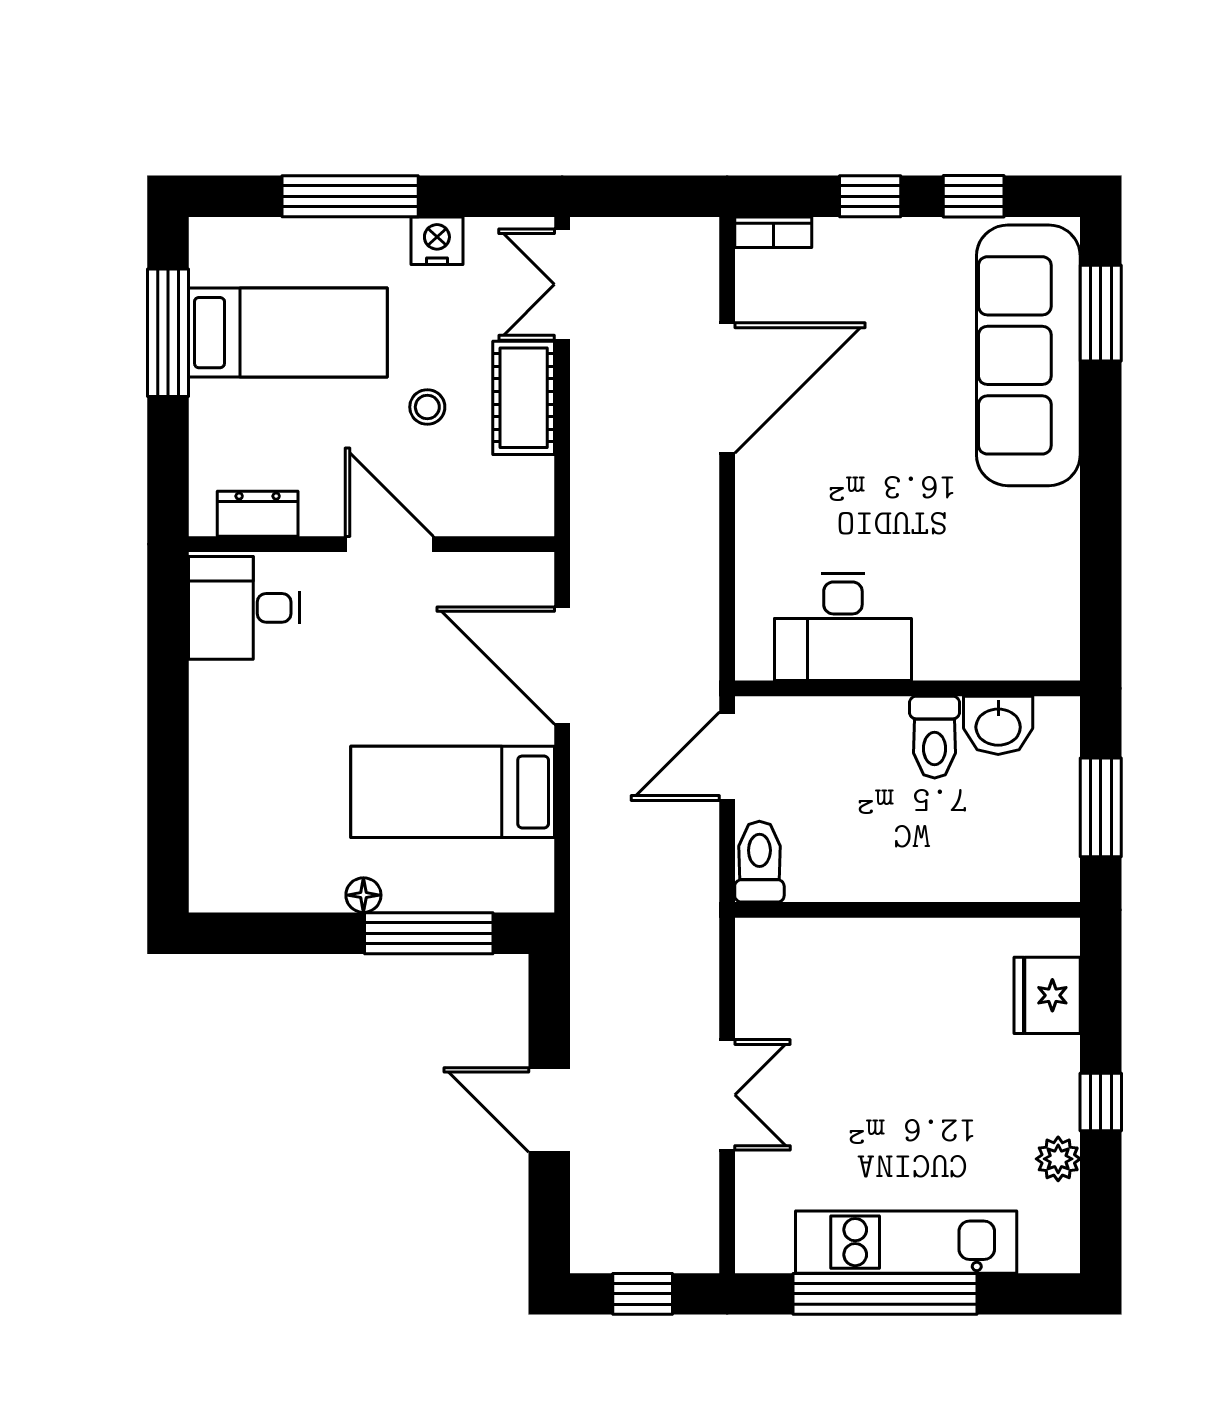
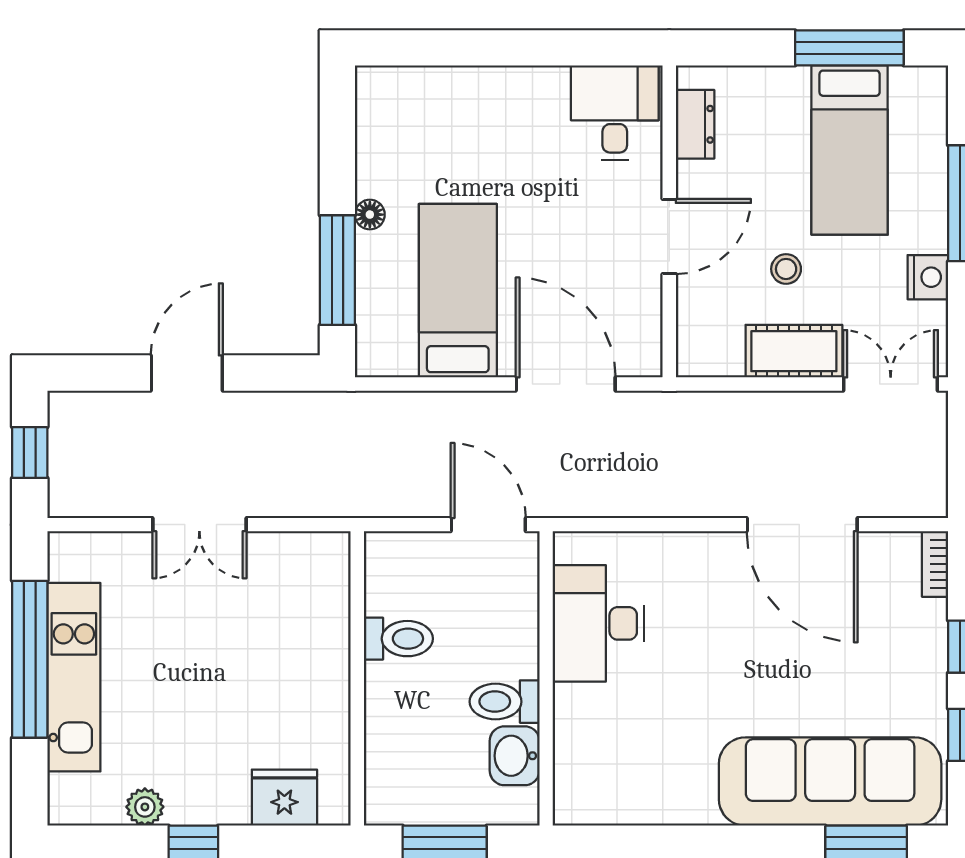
door: (562, 665) -> (566, 384), hinge flipped
toilet: (759, 862) -> (398, 639), moved

